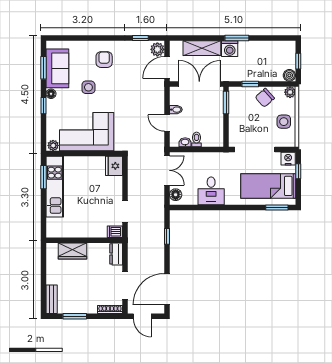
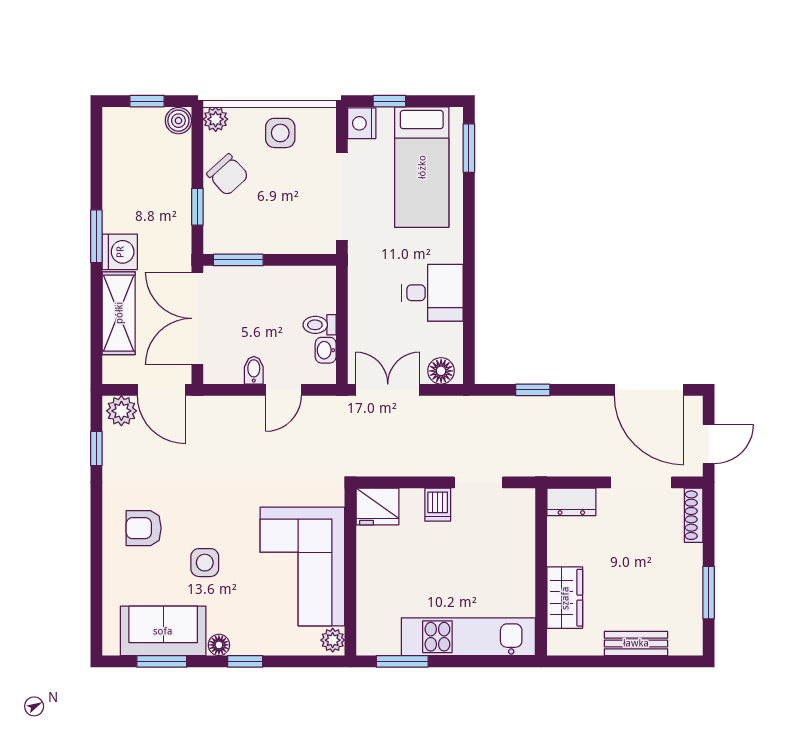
kitchen unit: (55, 187) -> (468, 637), moved
dishwasher: (115, 232) -> (438, 505), moved
bench: (52, 299) -> (636, 643), moved

